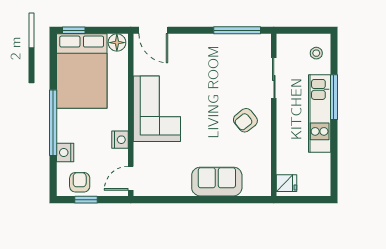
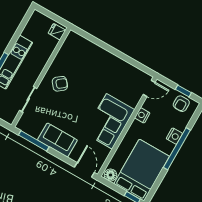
nightstand: (65, 152) -> (174, 136), moved
sofa: (217, 182) -> (57, 140), moved, turned 180

